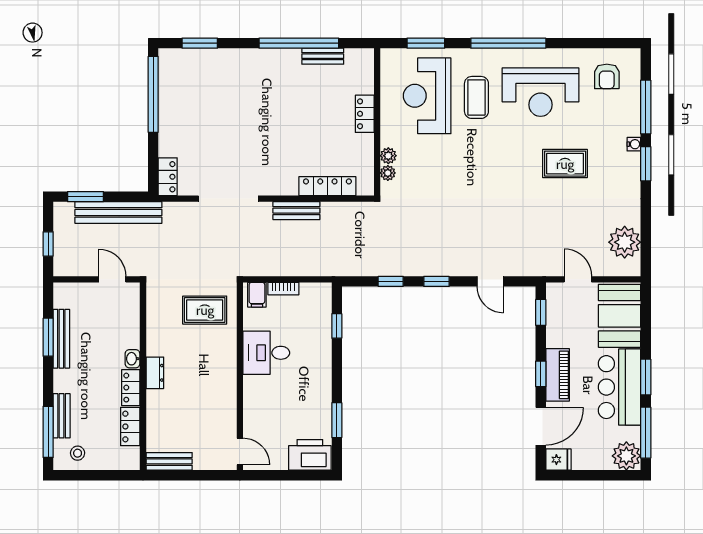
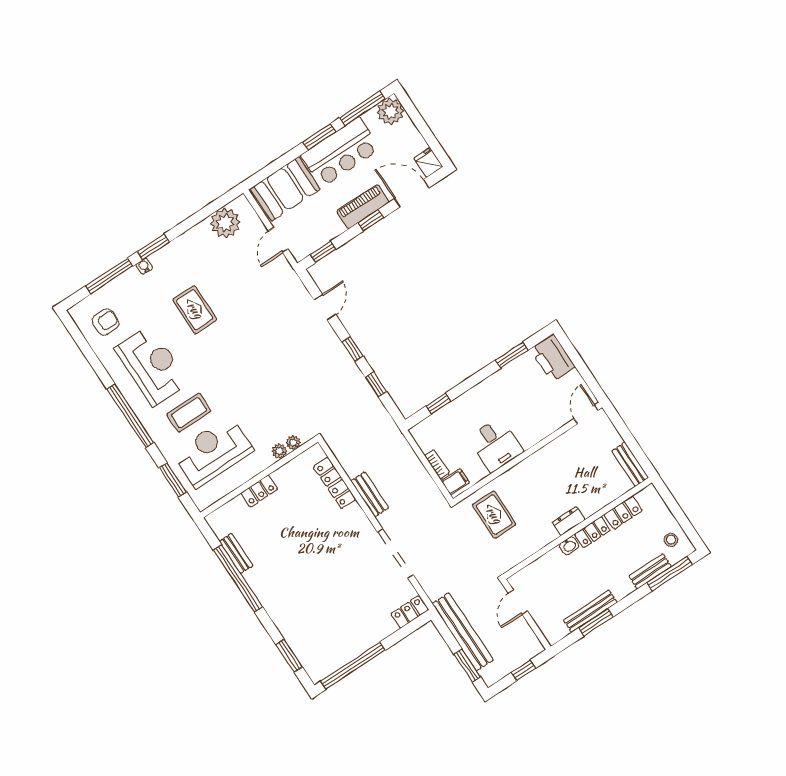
reception desk: (427, 96) -> (213, 452), turned 180

